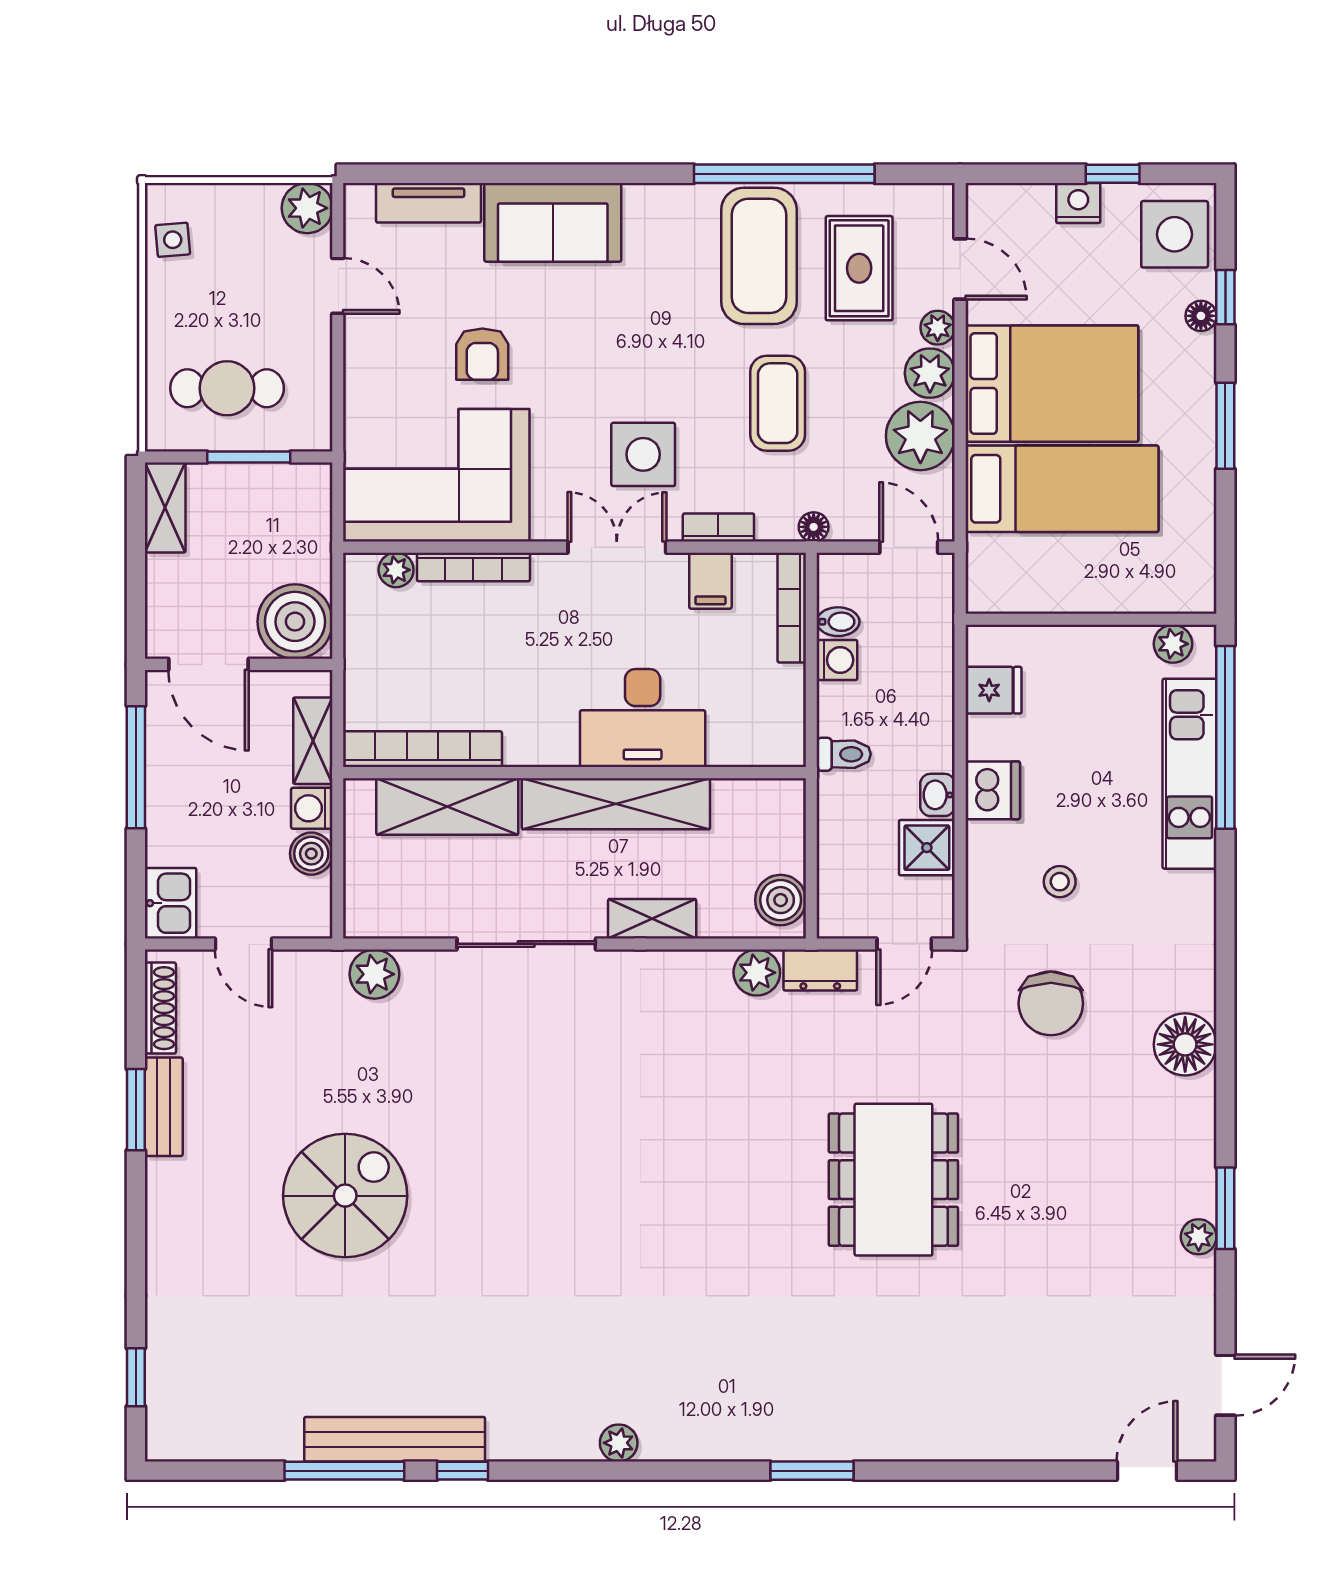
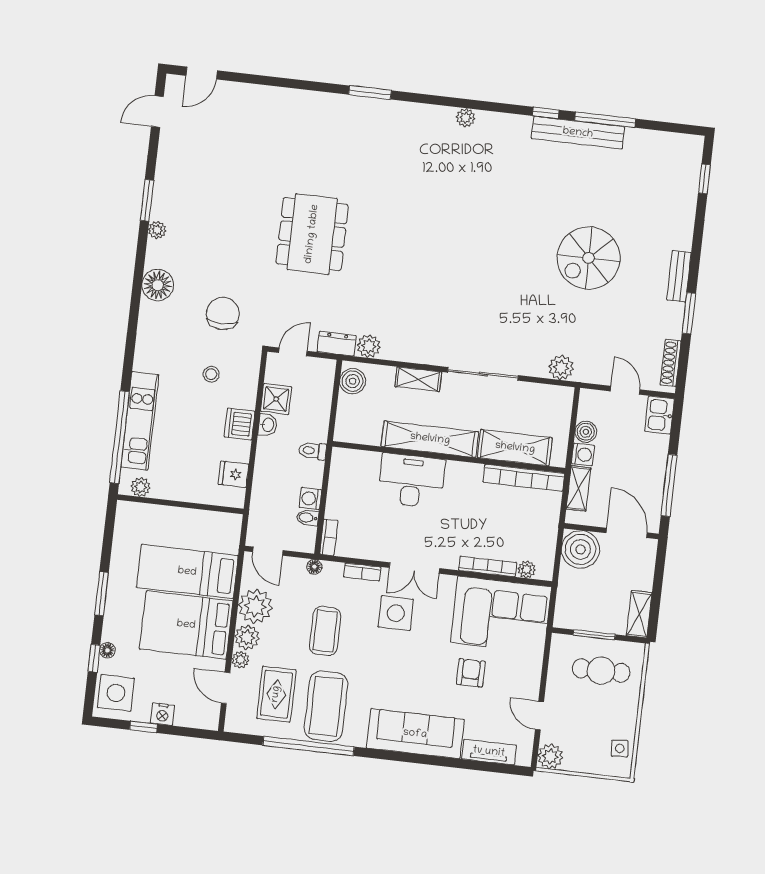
sofa: (553, 222) -> (415, 734), width x1.36
filing cabinet: (710, 581) -> (369, 546), removed
bookcase: (792, 608) -> (329, 537), width x0.64
bench: (164, 1107) -> (679, 276), moved
plant: (1199, 1237) -> (157, 230), moved

